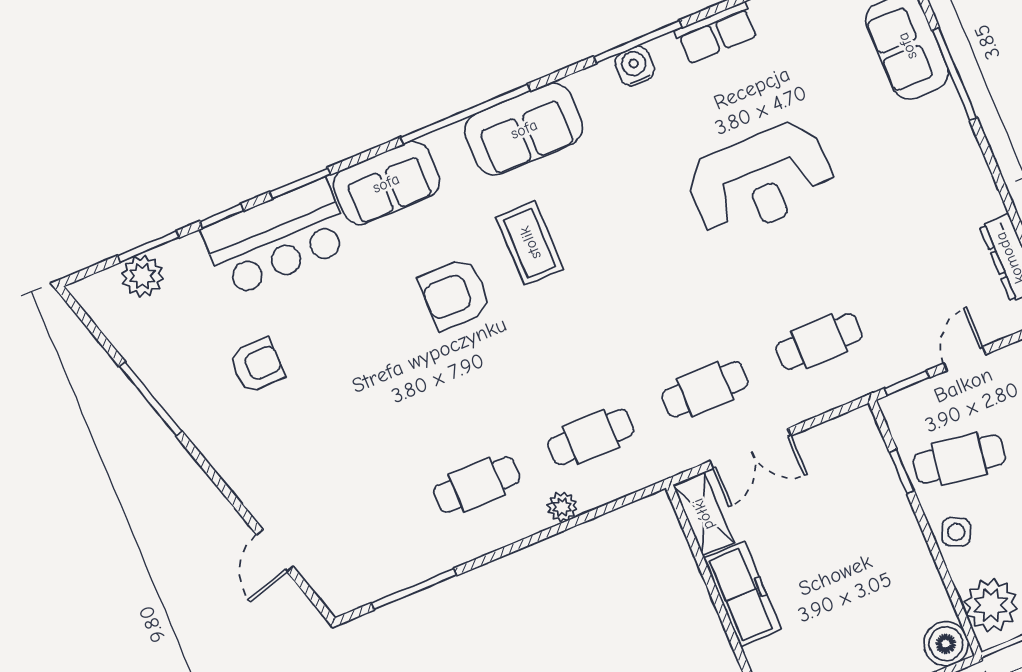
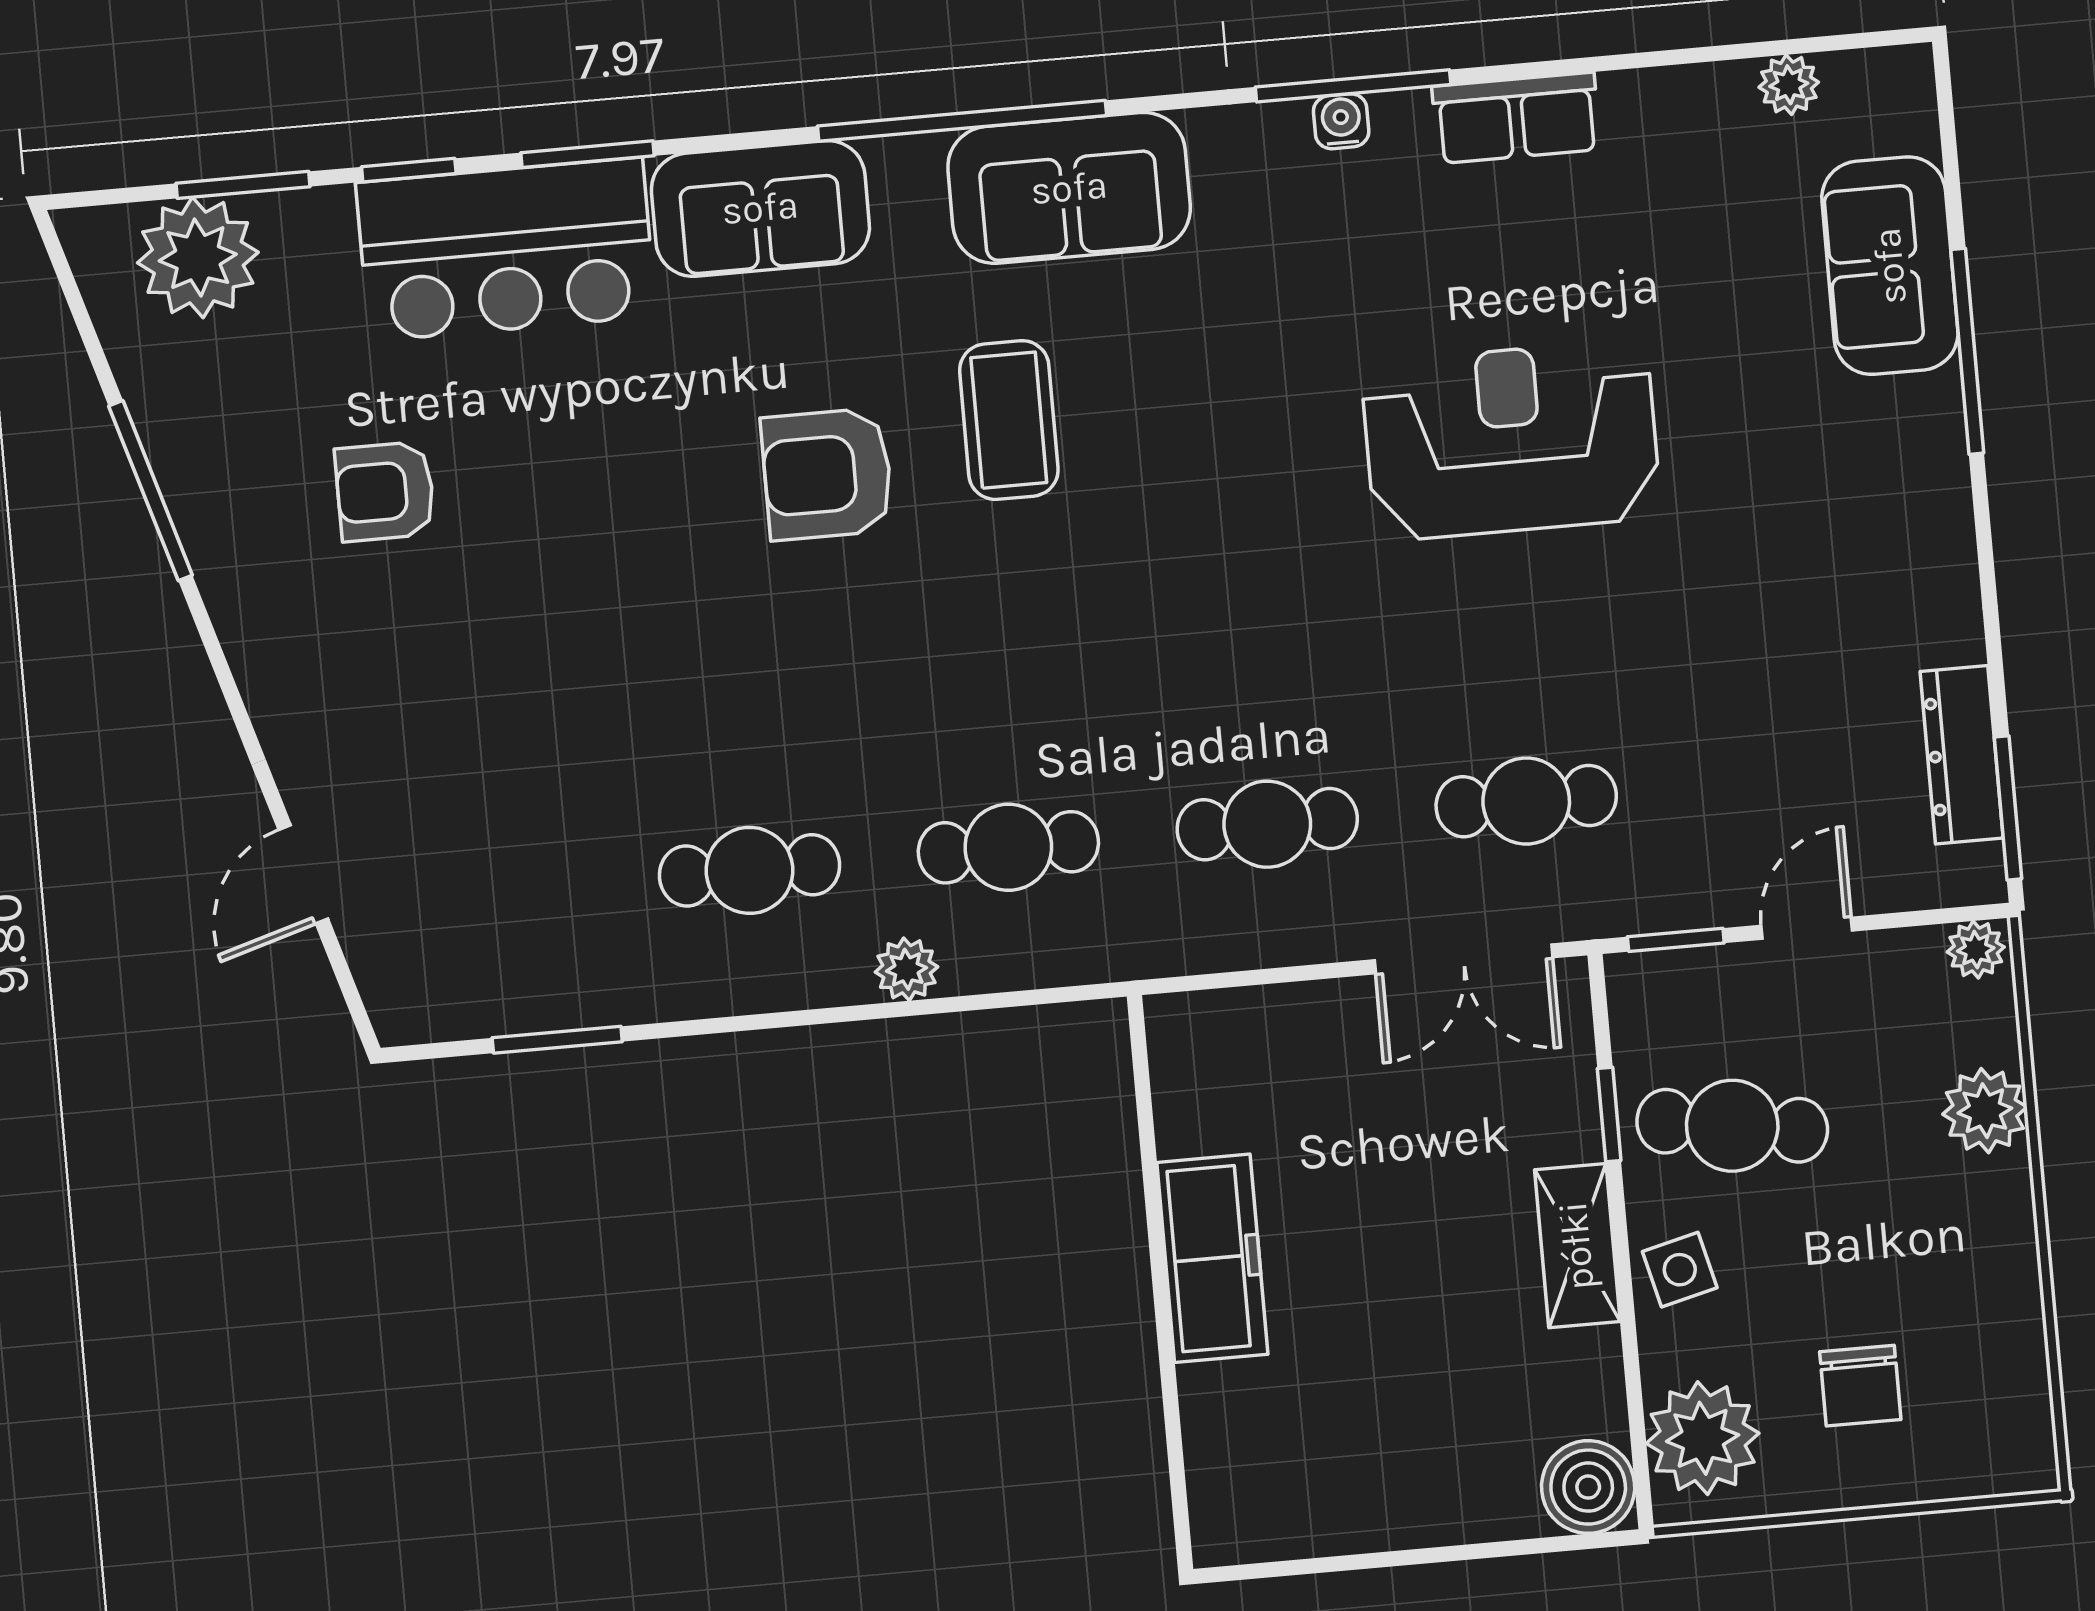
water cooler: (635, 66) -> (1341, 121), width x0.72, depth x0.72
reception desk: (760, 180) -> (1511, 440), turned 180
plant: (142, 276) -> (198, 258), width x1.36, depth x1.36
armchair: (257, 365) -> (385, 491), turned 180
double door: (750, 448) -> (1464, 959), moved
shelving: (703, 514) -> (1577, 1246), moved
side table: (956, 532) -> (1680, 1270), turned -38
window: (414, 589) -> (557, 1040), width x0.69

